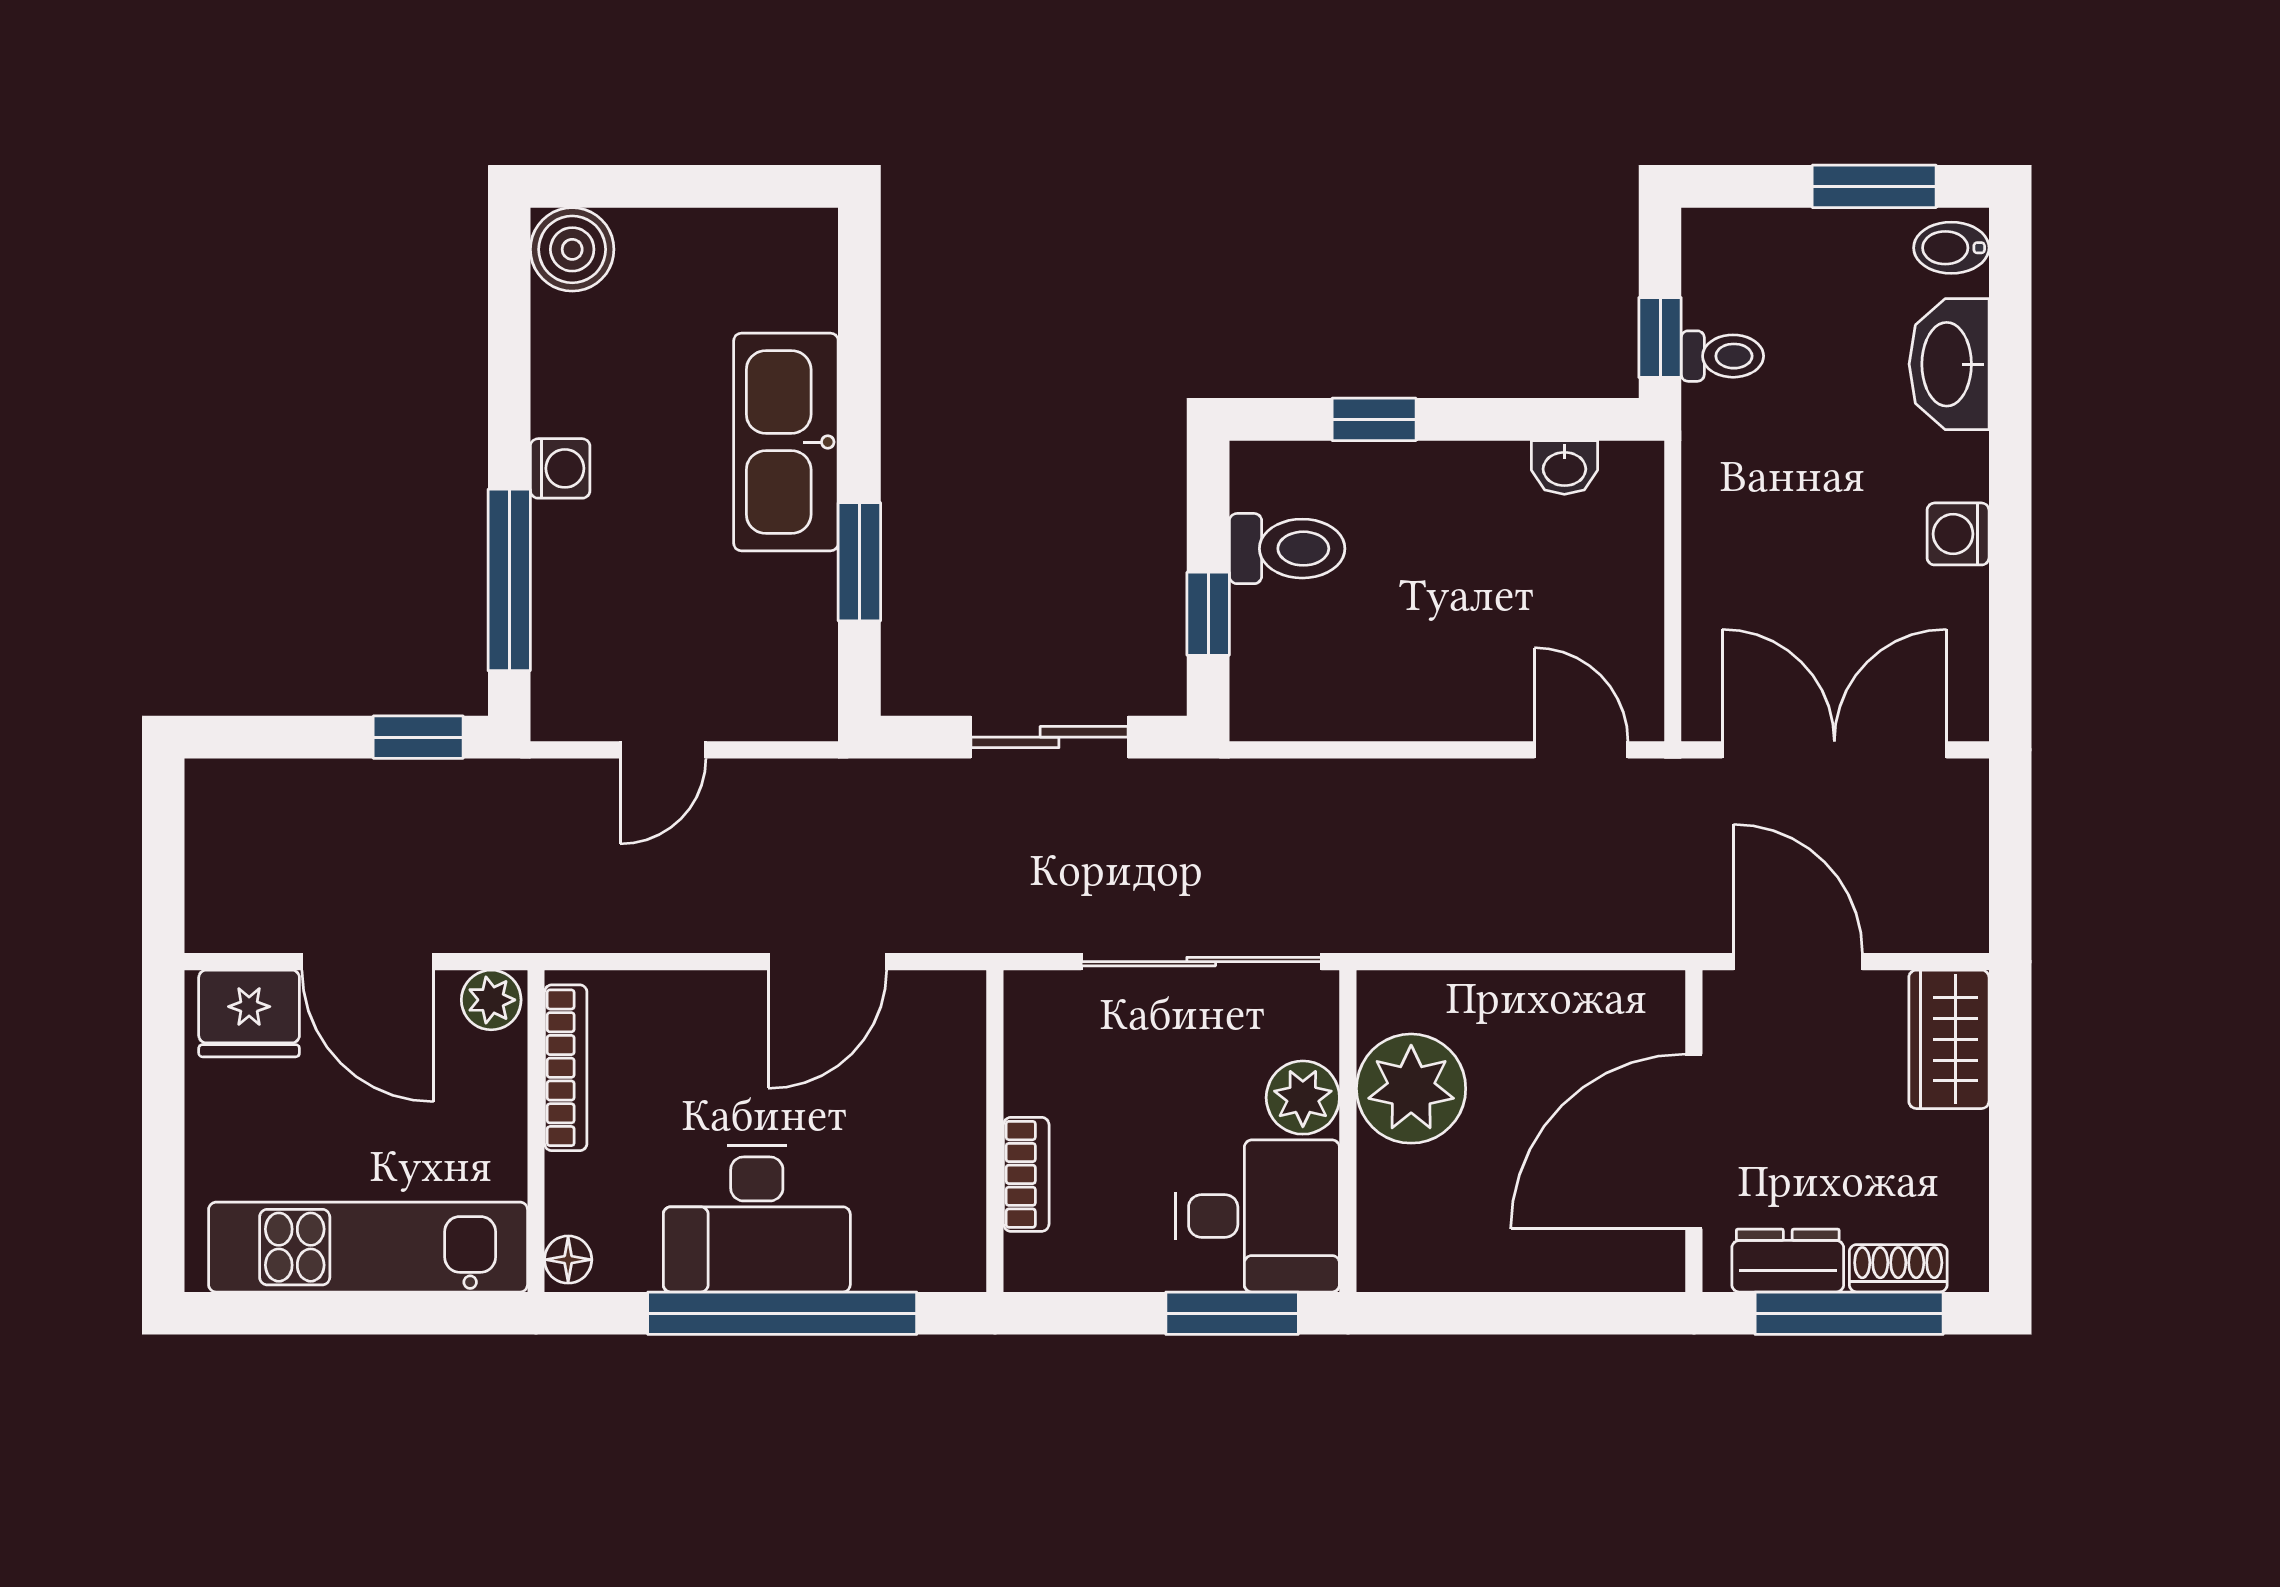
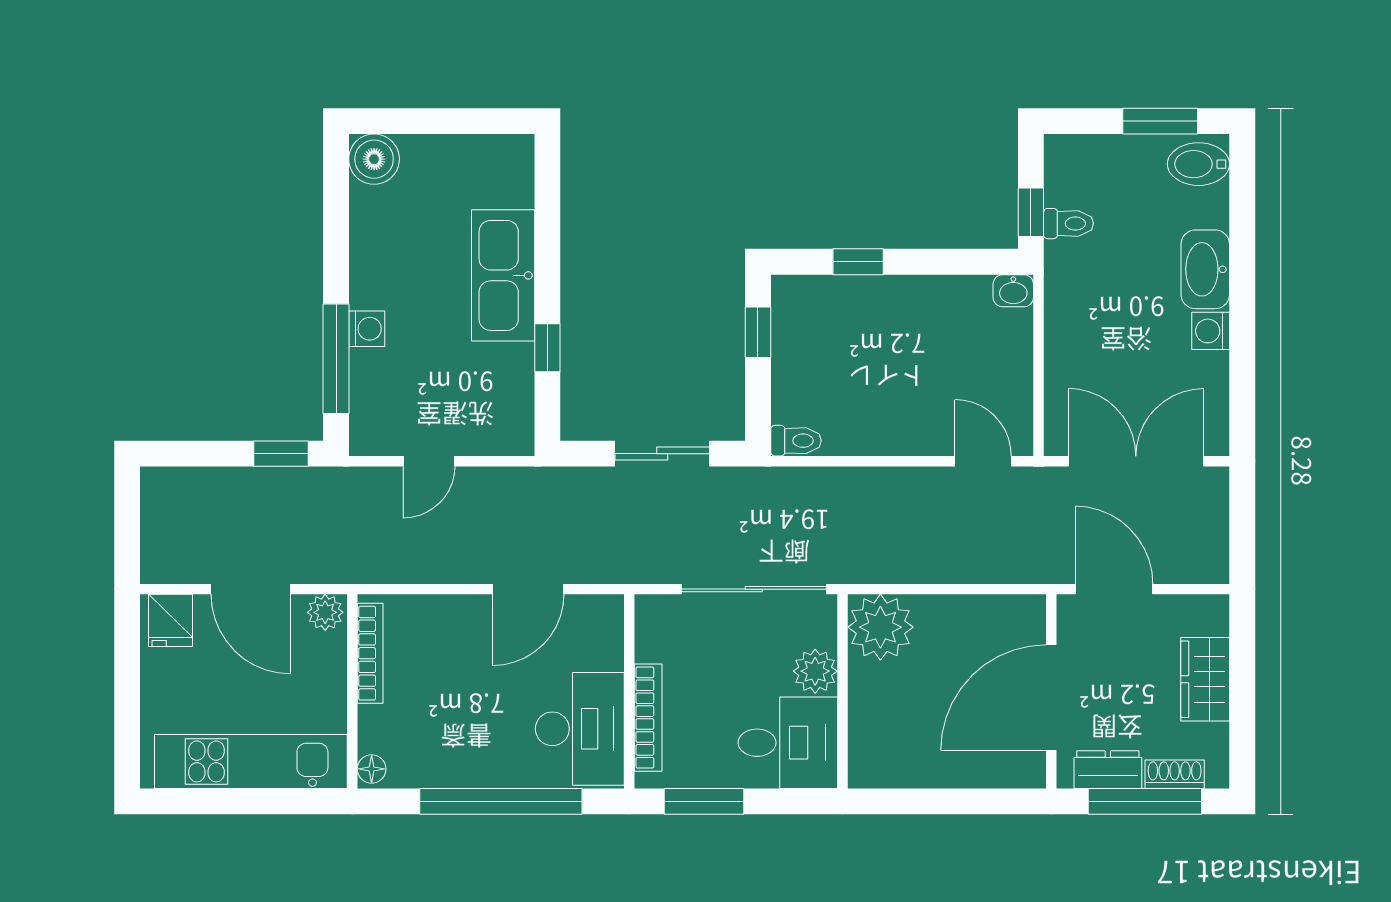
bidet: (1951, 248) -> (1198, 164), width x1.38, depth x1.36
washbasin: (1949, 364) -> (1205, 269), moved
washbasin: (1564, 467) -> (1013, 291), moved
washing machine: (560, 468) -> (367, 329), moved
toilet: (1287, 549) -> (796, 441), moved, width x0.73, depth x0.72
window: (859, 562) -> (547, 348), width x0.67
window: (1208, 614) -> (758, 332), moved
fridge: (249, 1013) -> (171, 620), width x0.72
wardrobe: (1949, 1039) -> (1205, 679), moved
plant: (1411, 1089) -> (880, 627), moved
bookcase: (1026, 1174) -> (648, 718), width x1.56
desk: (757, 1219) -> (580, 729), moved, turned -90
window: (1232, 1313) -> (704, 801), moved

